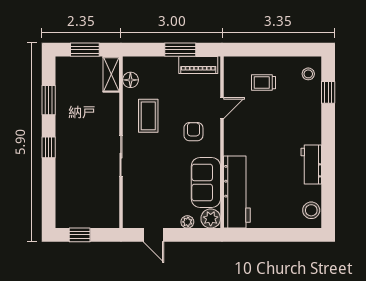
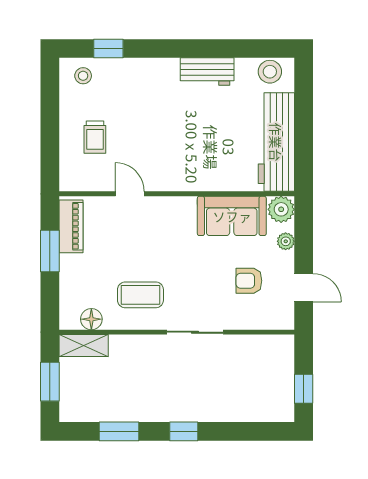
armchair: (193, 132) -> (249, 281), moved
workbench: (237, 192) -> (276, 142), moved, turned -90
door: (153, 235) -> (304, 288), hinge flipped

